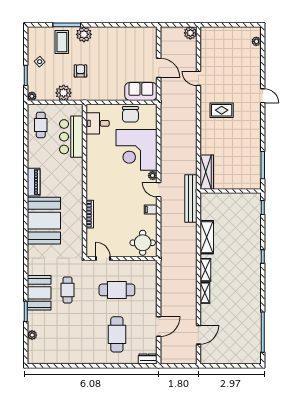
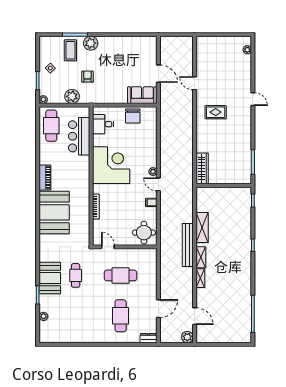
plant: (190, 33) -> (187, 337), moved
cafe table: (41, 125) -> (51, 126), width x1.37, depth x1.35
corner desk: (137, 150) -> (111, 165), moved, turned 180
bench: (191, 199) -> (188, 245), moved
door: (198, 335) -> (195, 316), hinge flipped

